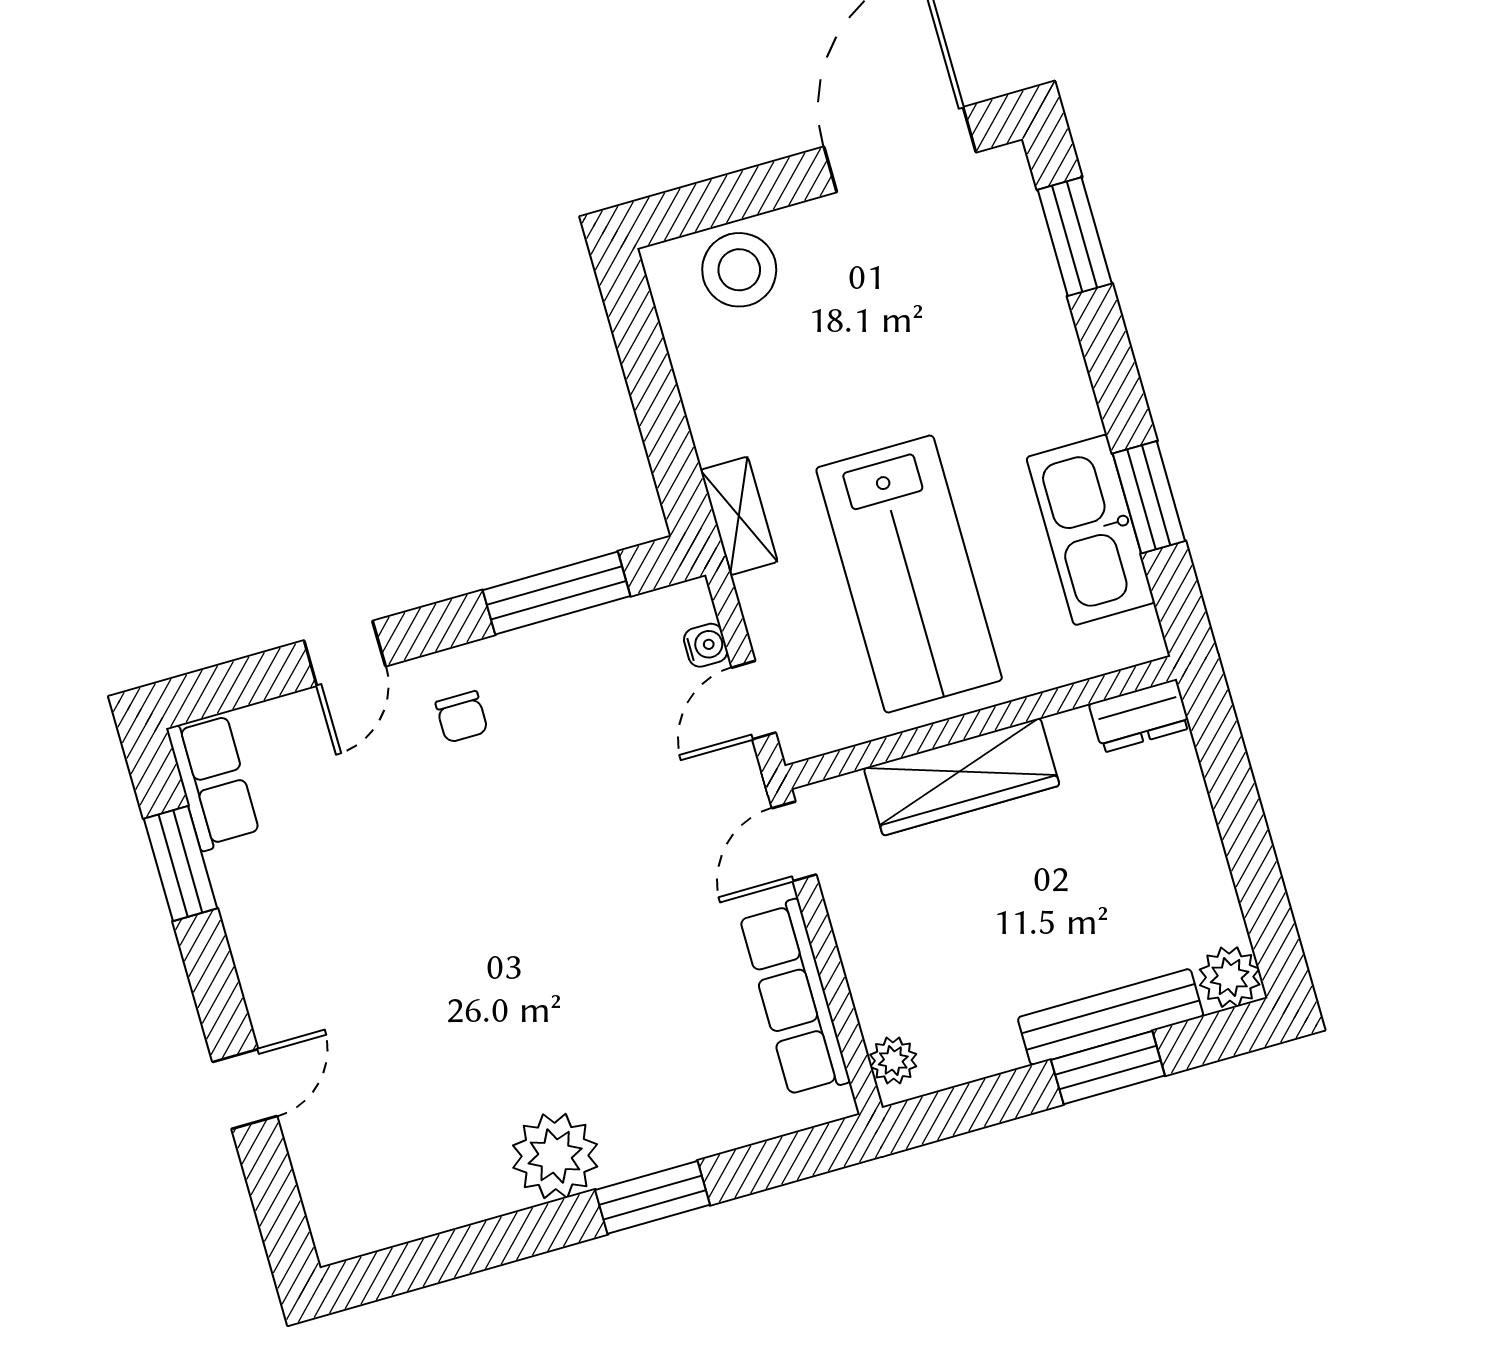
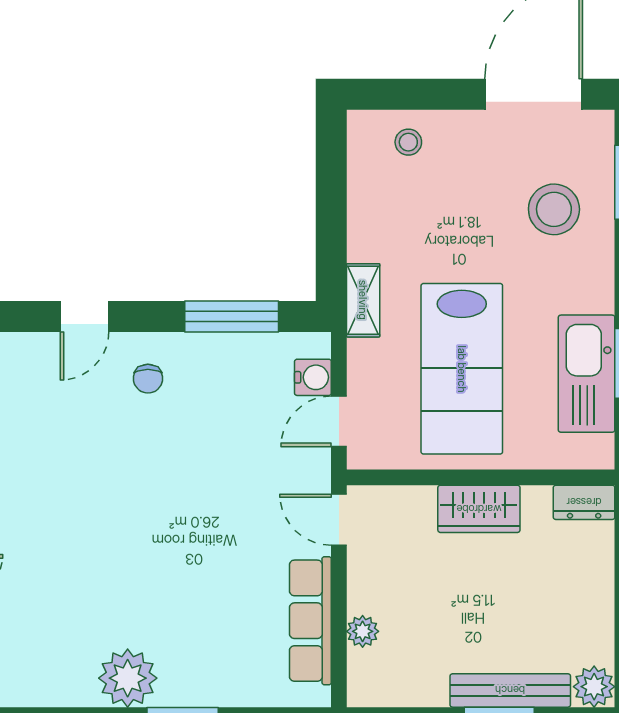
stool: (739, 270) -> (408, 142), width x0.53, depth x0.53
stool: (976, 307) -> (554, 209), added
water cooler: (706, 645) -> (313, 377), width x1.38, depth x1.38
wardrobe: (962, 777) -> (479, 509), width x0.67
door: (794, 841) -> (339, 520), hinge flipped
plant: (893, 1060) -> (363, 631), moved

